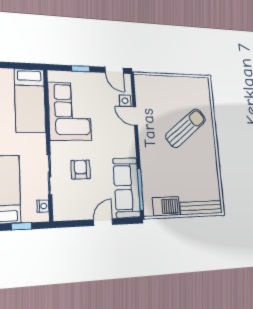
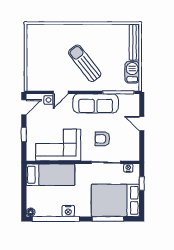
sun lounger: (186, 128) -> (85, 63), moved
sofa: (127, 188) -> (96, 103), moved

